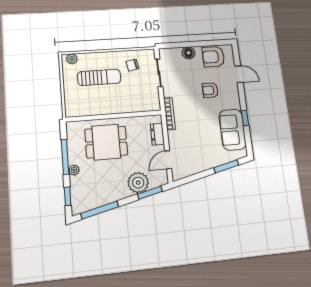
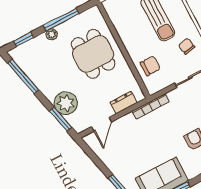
chair: (136, 100) -> (150, 66), added
door: (168, 160) -> (102, 124), swing flipped

